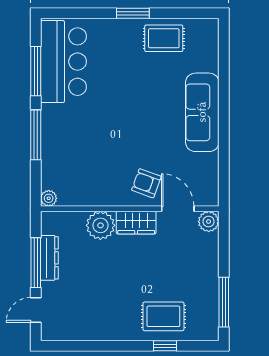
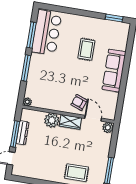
window: (133, 13) -> (114, 18), moved
rug: (164, 38) -> (86, 49), moved, turned 90

